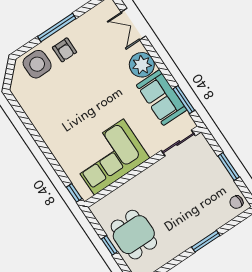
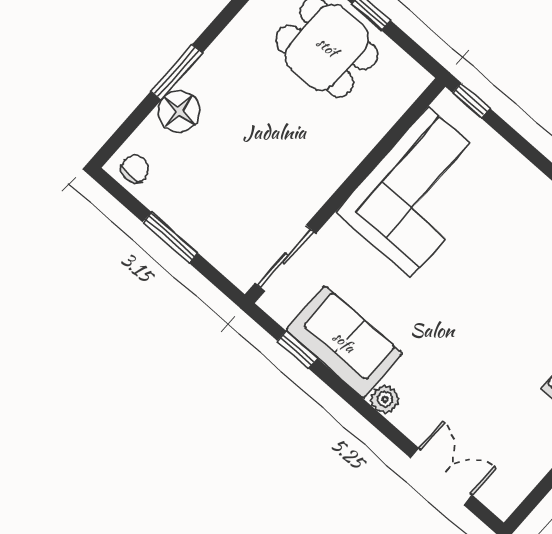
plant: (142, 65) -> (385, 399), width x0.53, depth x0.53
window: (184, 100) -> (297, 350), width x0.67
floor lamp: (209, 223) -> (179, 111), added

